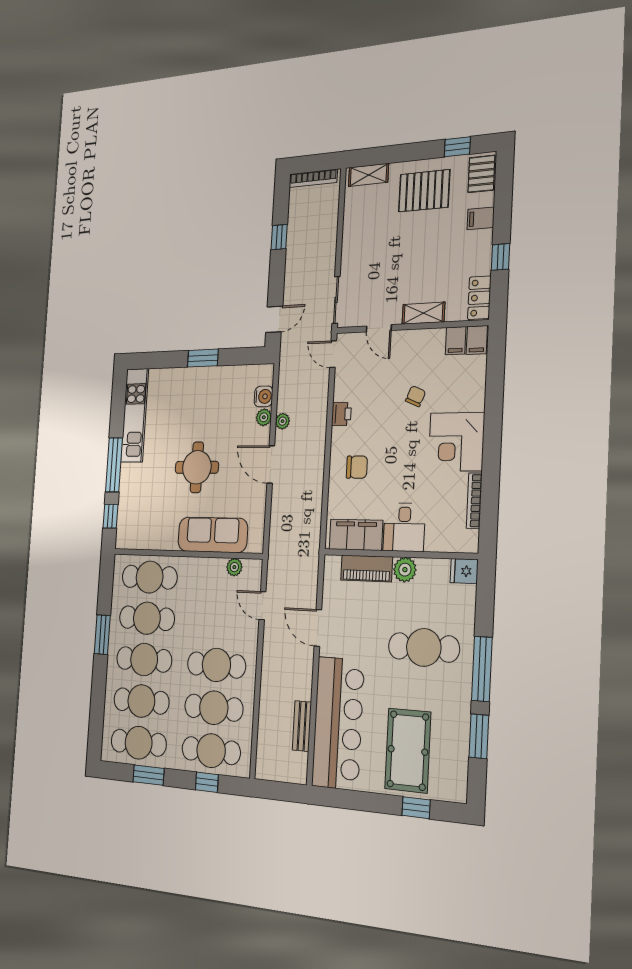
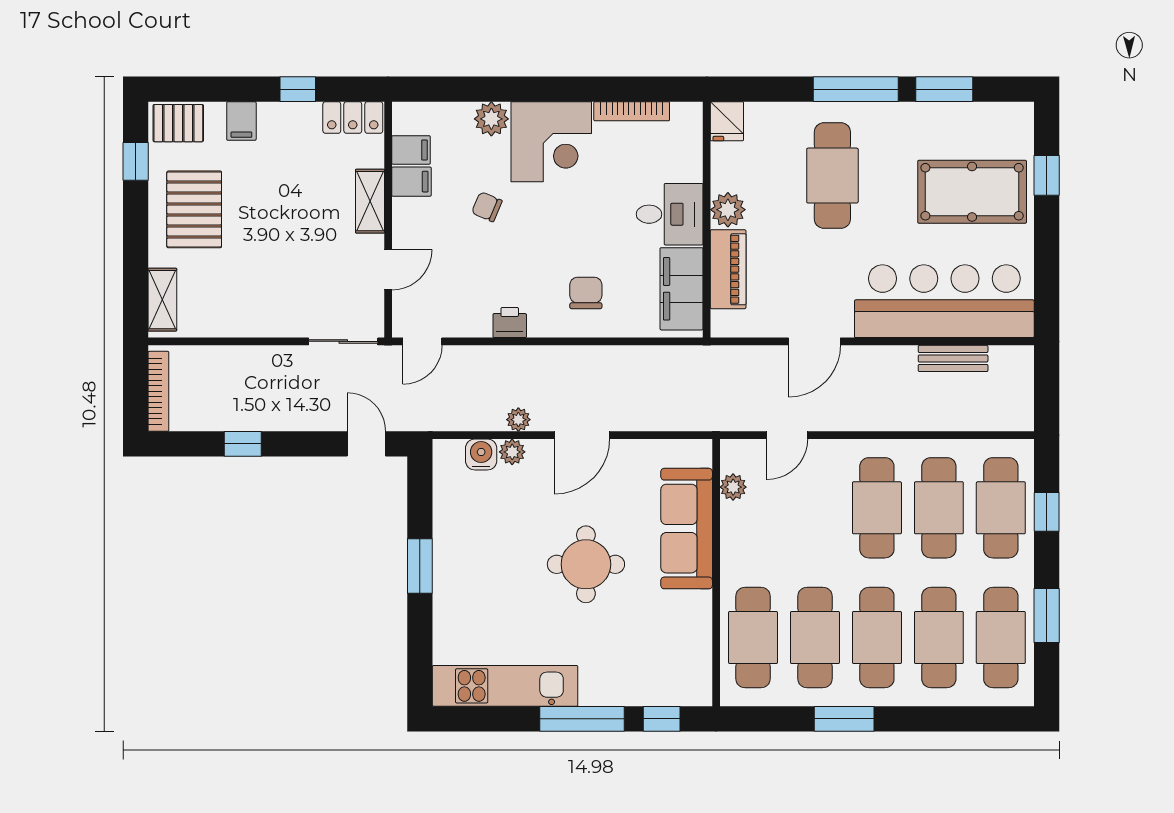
filing cabinet: (477, 340) -> (411, 182), moved
plant: (474, 398) -> (491, 119), added

